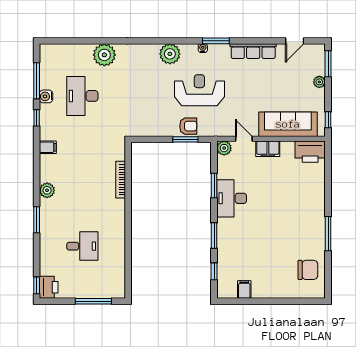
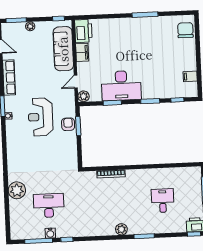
plant: (170, 54) -> (14, 141), removed
desk: (82, 96) -> (49, 206), turned 180
filing cabinet: (48, 147) -> (89, 230), removed
filing cabinet: (268, 149) -> (82, 52), moved
desk: (232, 198) -> (121, 86), width x1.36, depth x1.30
chair: (308, 270) -> (185, 30), moved

